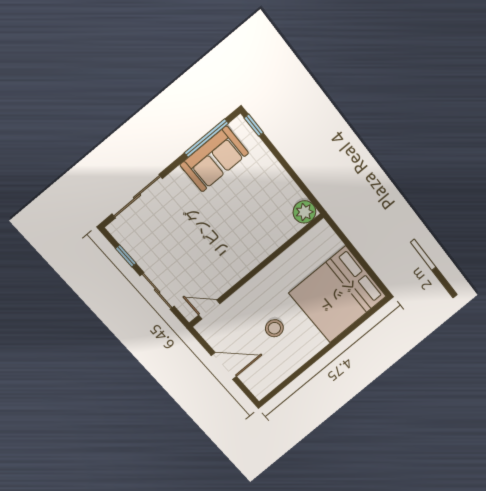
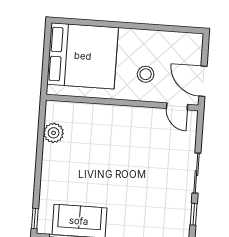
wall: (256, 270) -> (122, 103), moved
door: (209, 309) -> (177, 106), moved

